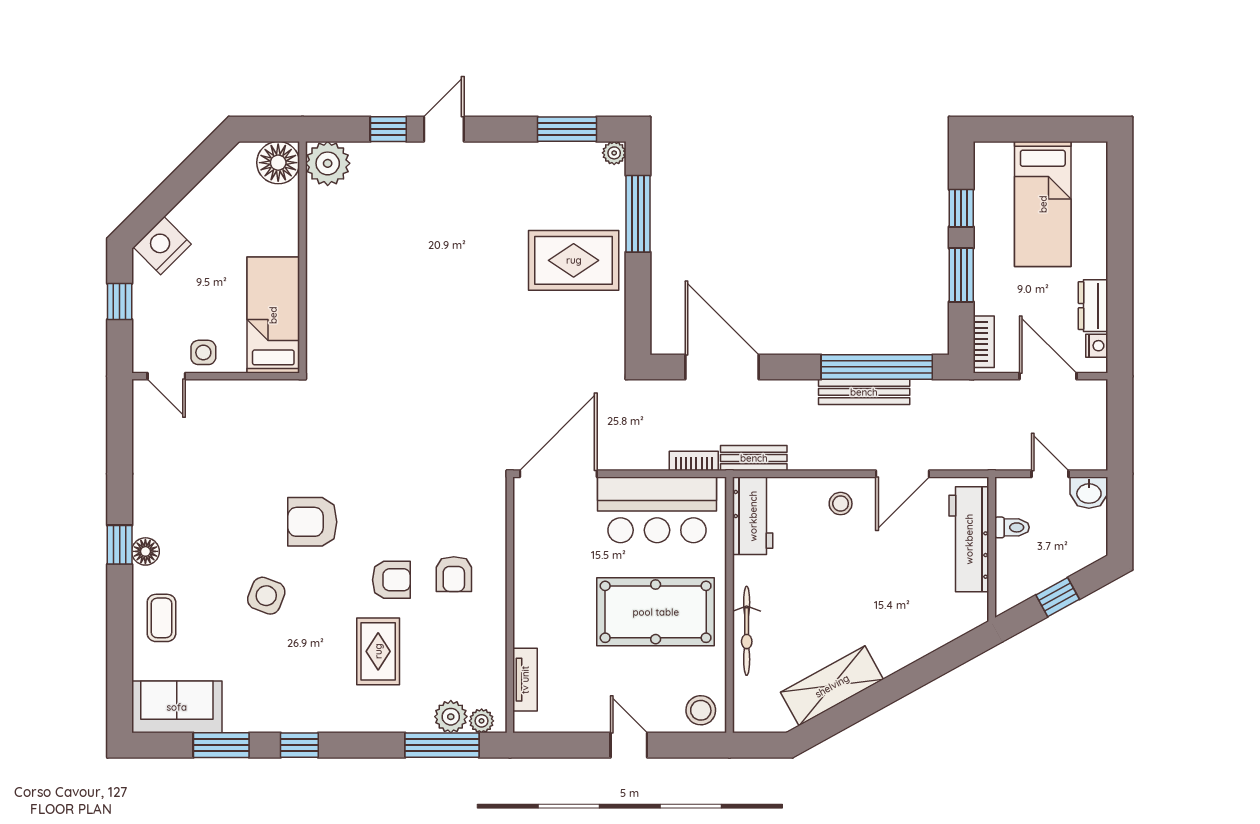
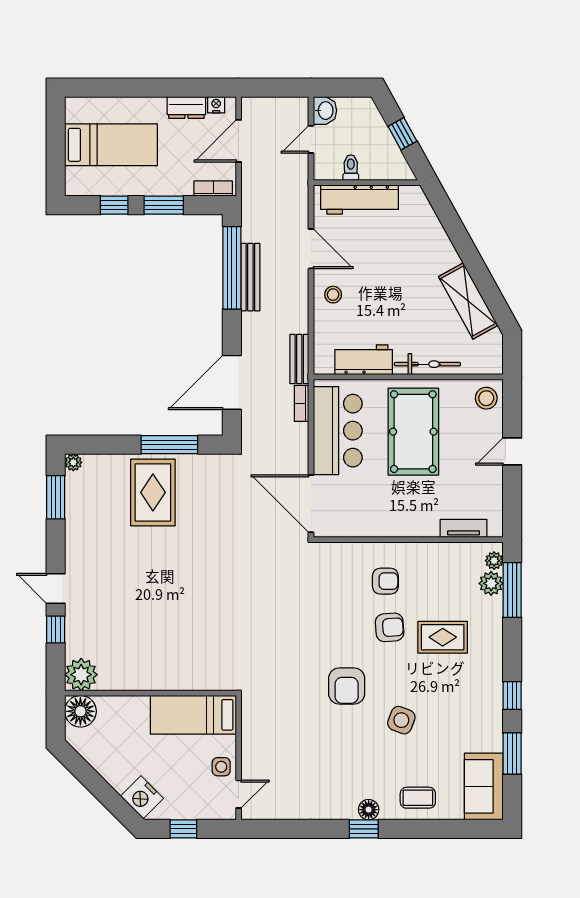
window: (638, 214) -> (169, 445), moved
workbench: (753, 516) -> (364, 360), moved
armchair: (391, 580) -> (390, 627), turned 86

